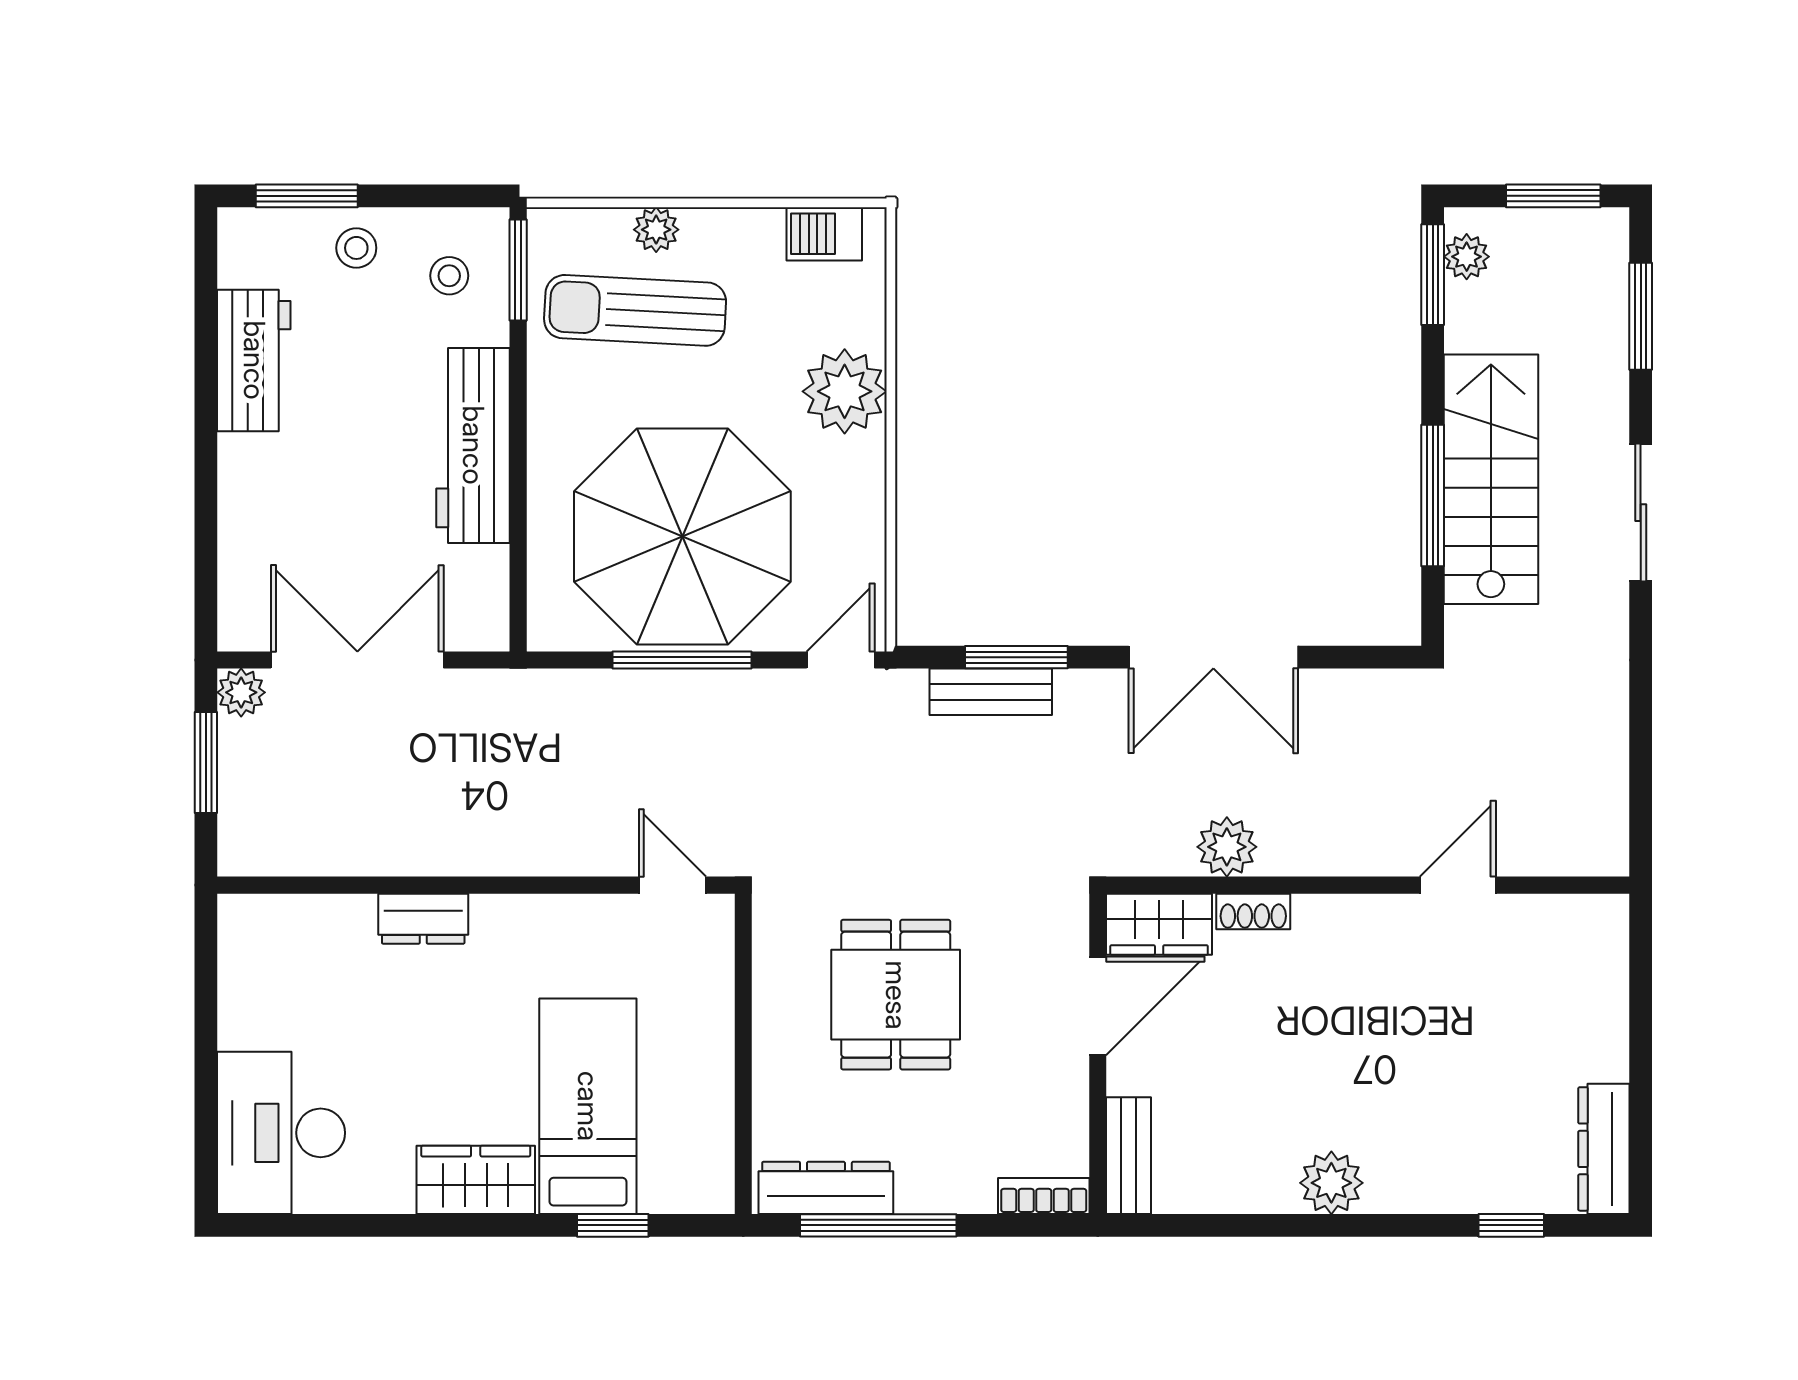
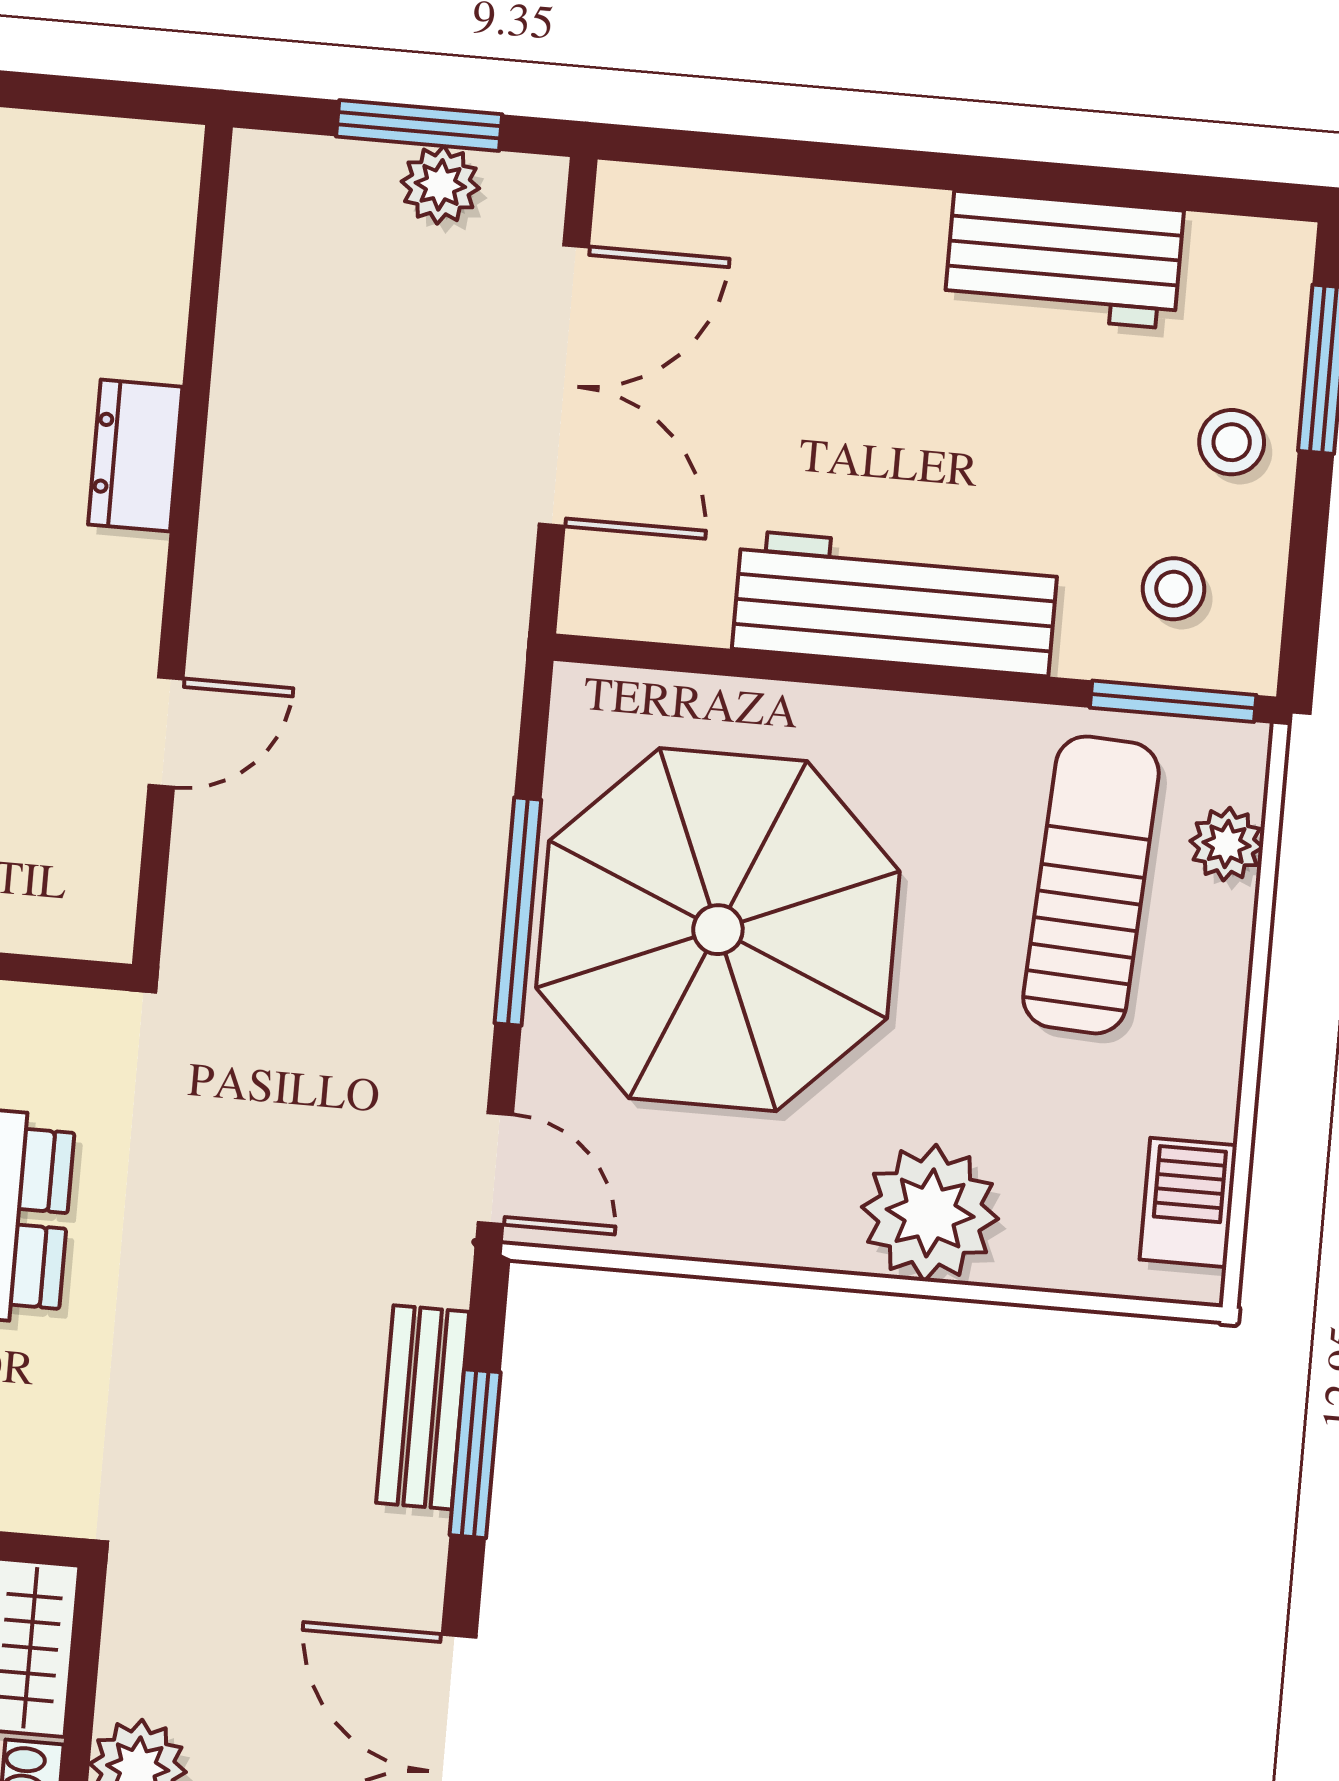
plant: (656, 230) -> (1227, 844), moved
plant: (241, 692) -> (440, 185), moved
door: (672, 885) -> (166, 732), moved

